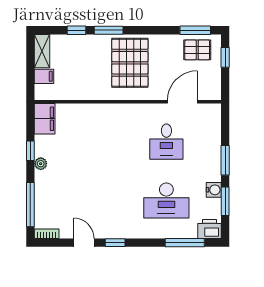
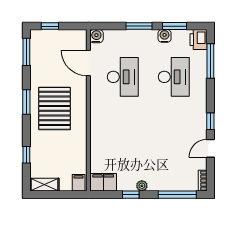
window: (109, 30) -> (26, 102), moved
pallet: (197, 50) -> (43, 50), removed
pallet: (130, 63) -> (55, 108), turned 90
filing cabinet: (44, 76) -> (79, 183), moved
water cooler: (213, 111) -> (96, 36), added
desk: (166, 142) -> (123, 77), width x1.37

